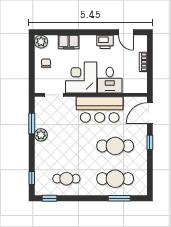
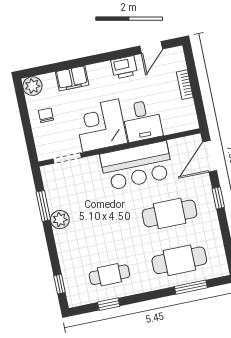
door: (126, 32) -> (151, 48), hinge flipped
window: (50, 198) -> (109, 304), moved

